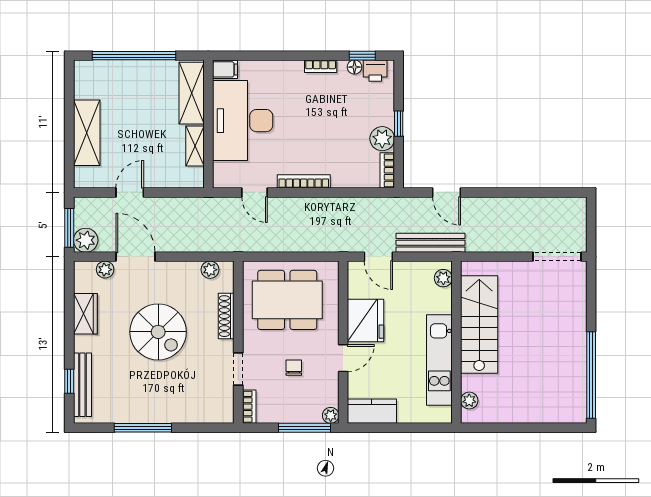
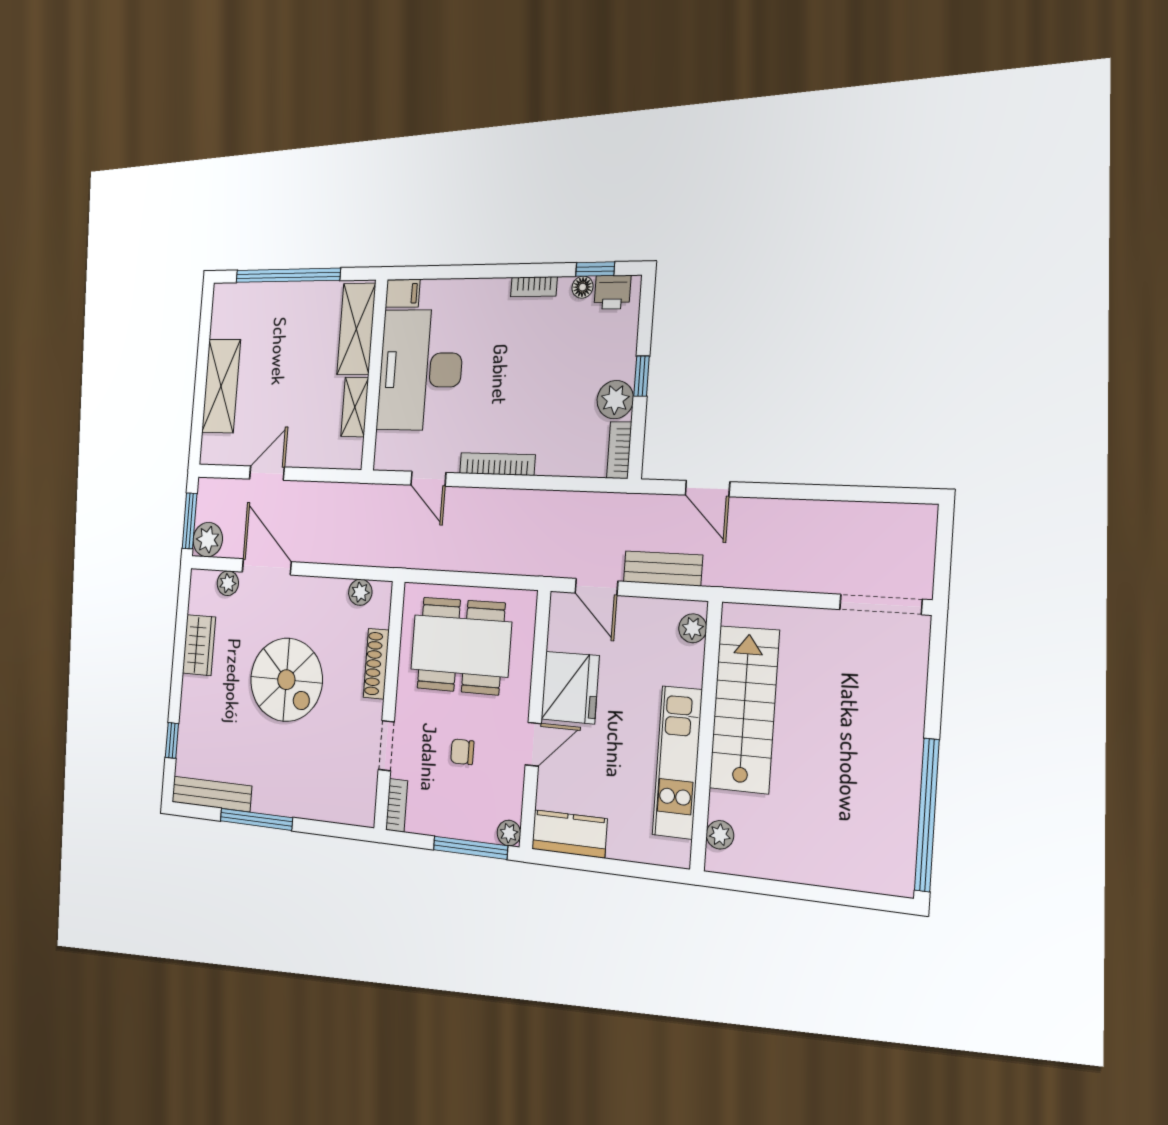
bench: (431, 243) -> (663, 568), width x0.73
chair: (294, 368) -> (462, 752), turned -90
bench: (82, 385) -> (212, 794), moved, turned 90

